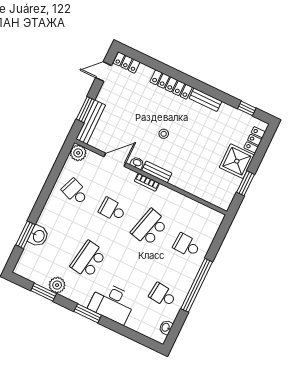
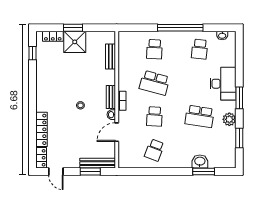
locker: (171, 84) -> (41, 129), moved
bench: (205, 100) -> (111, 57), moved
plant: (78, 153) -> (125, 162), removed
door: (115, 160) -> (117, 132), hinge flipped
window: (245, 183) -> (73, 28), moved
plant: (57, 285) -> (229, 119), moved

